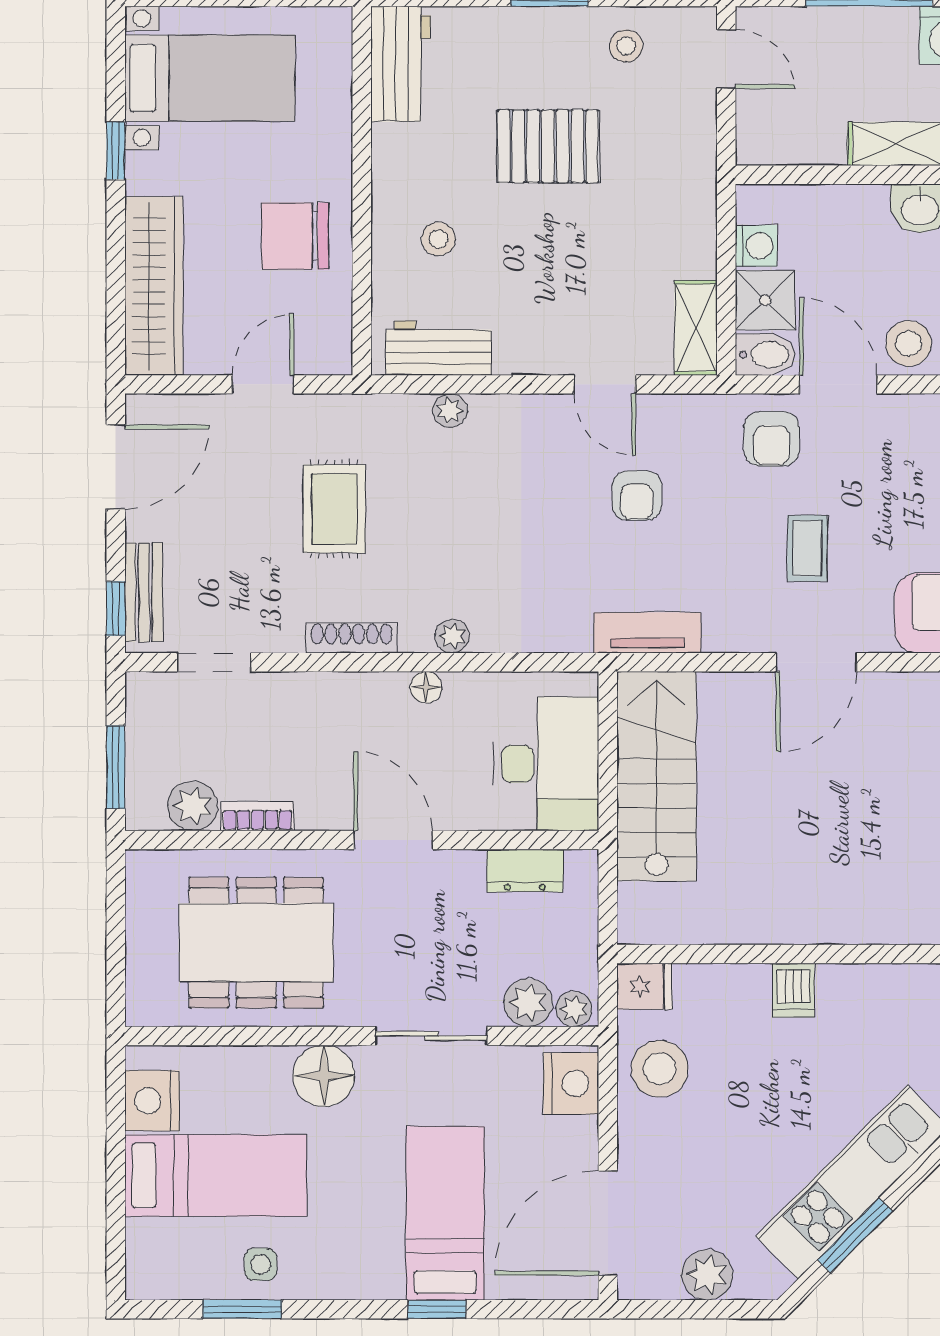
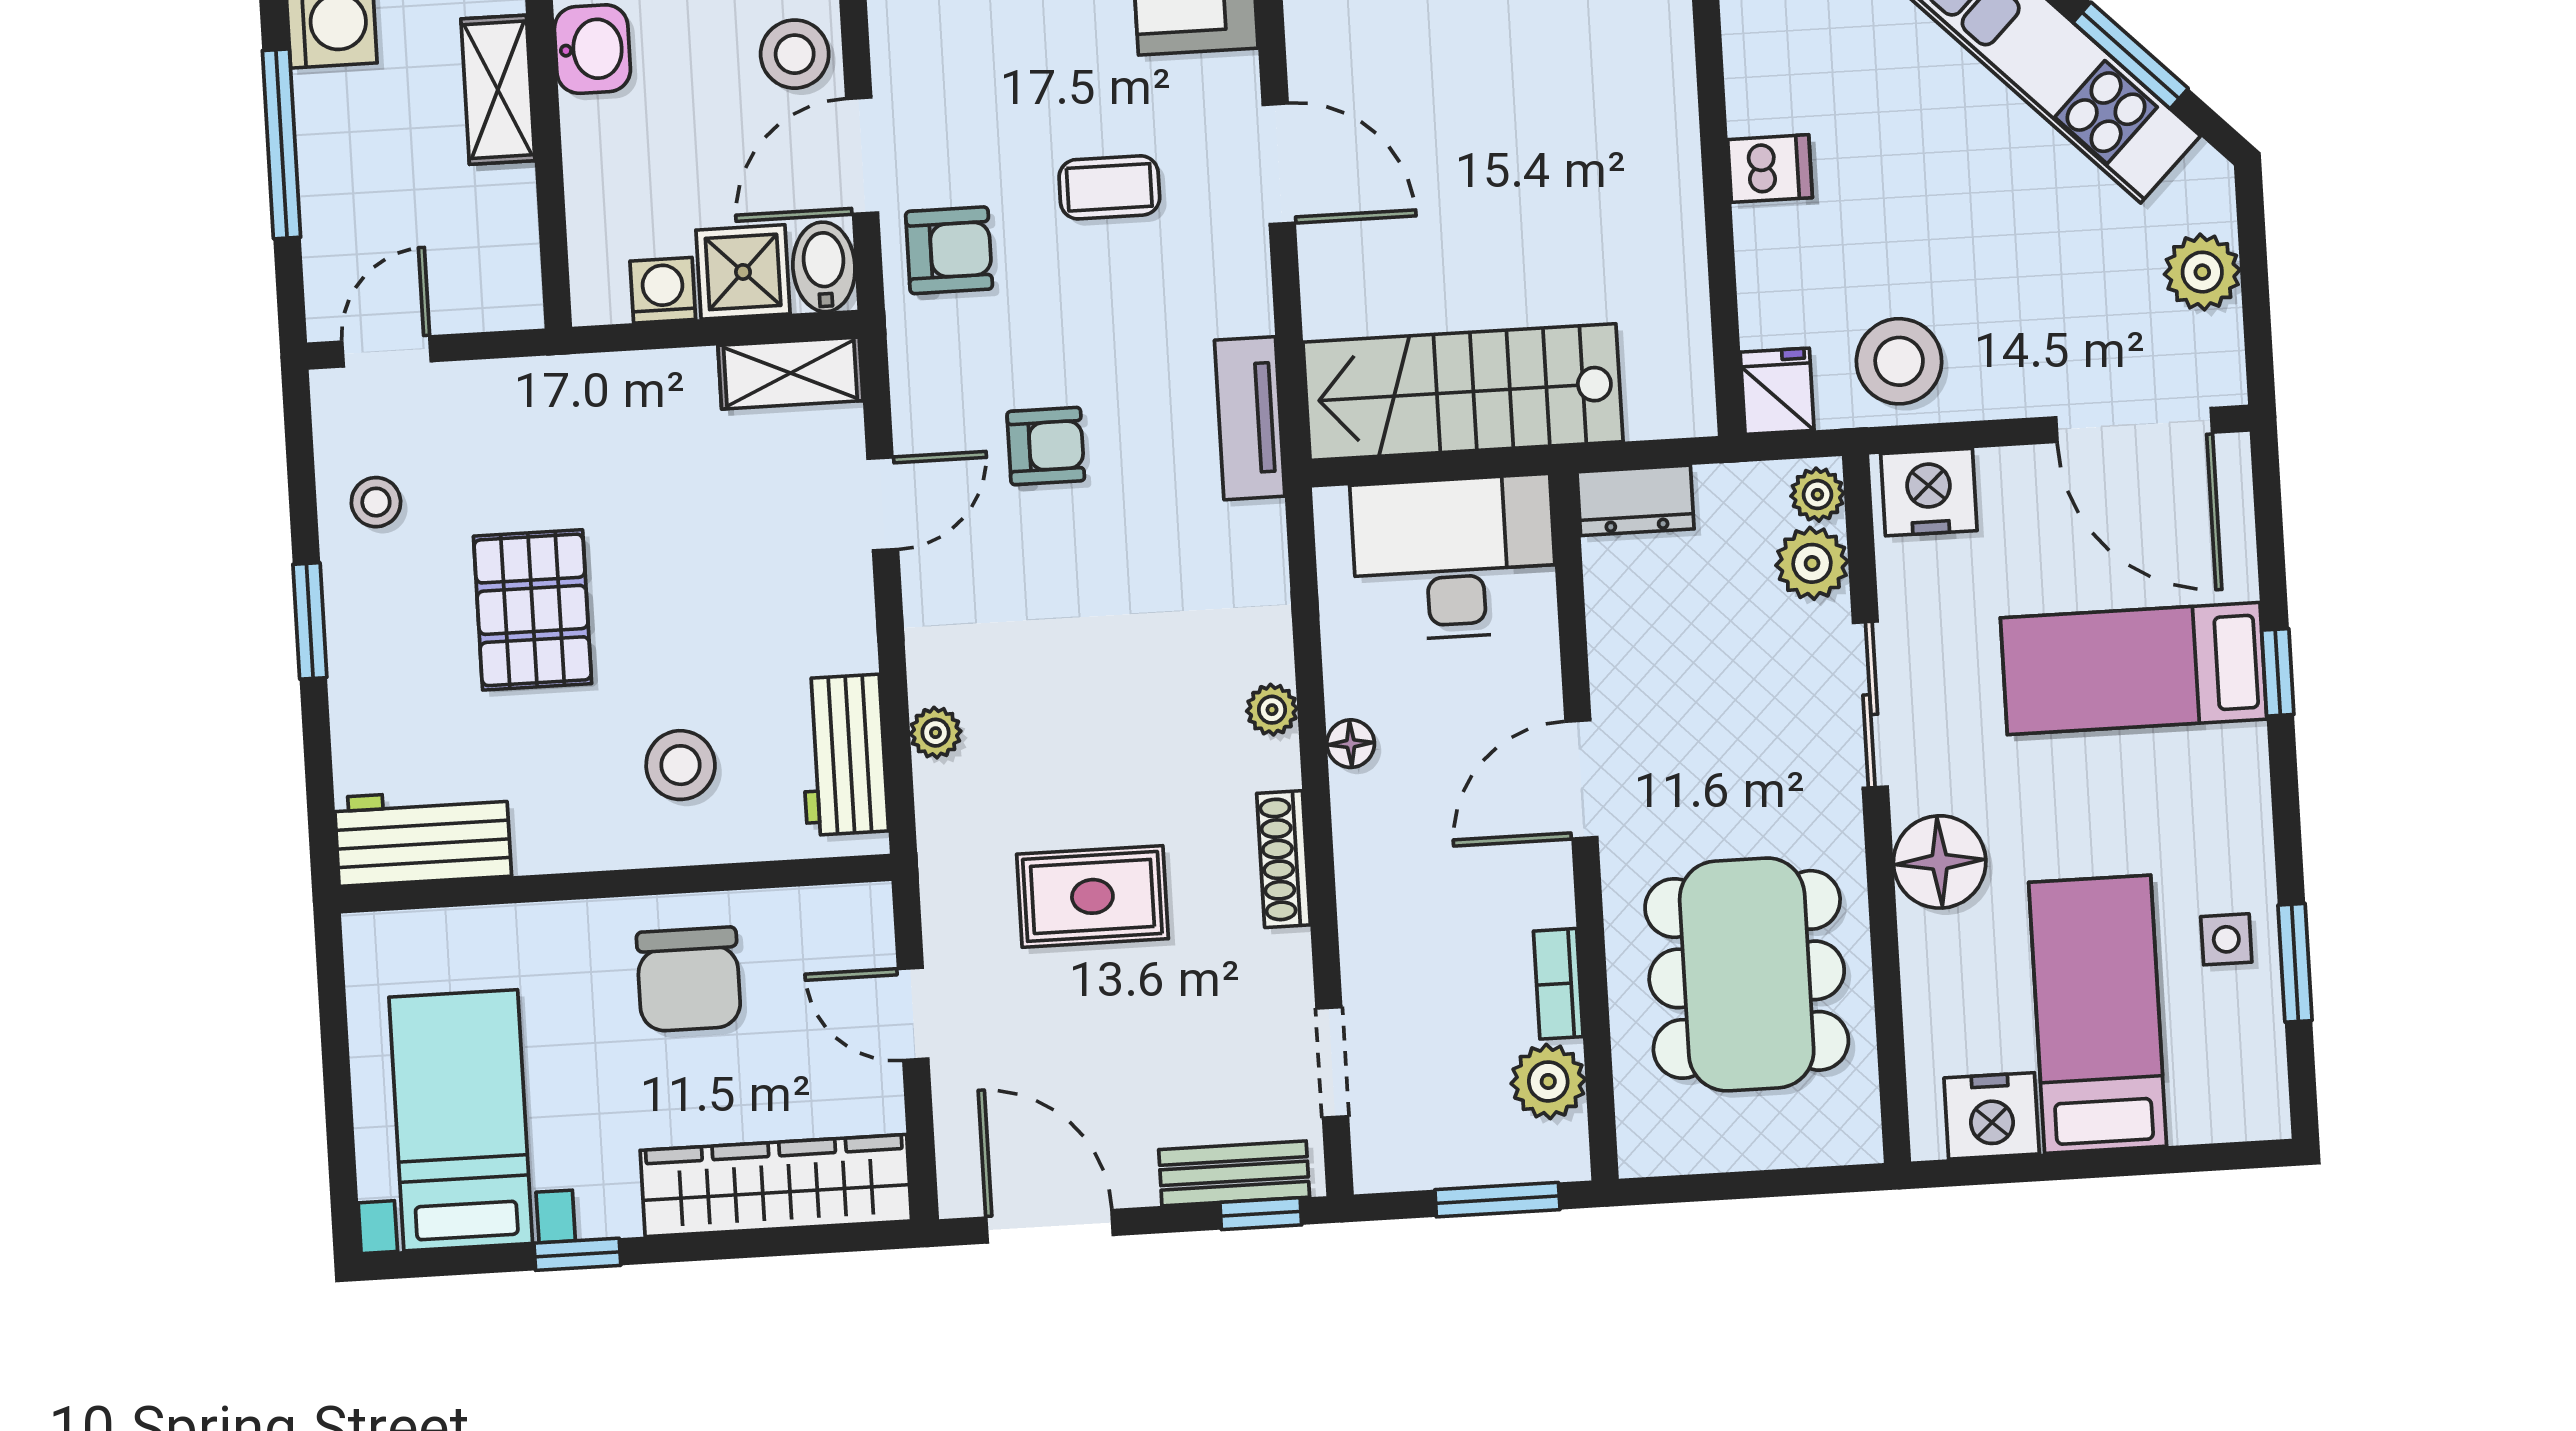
stool: (438, 239) -> (681, 765), width x1.37, depth x1.37
dresser: (525, 871) -> (1635, 500), moved, turned 90

